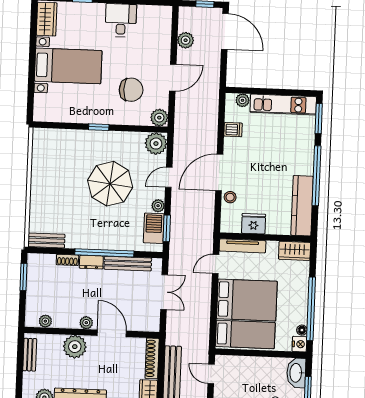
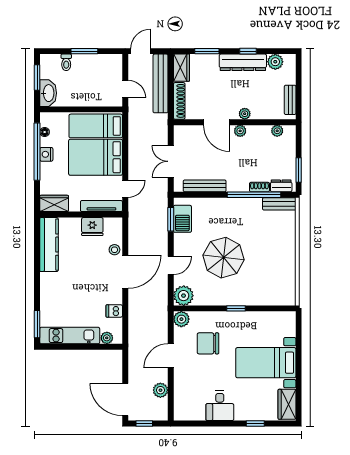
window: (316, 176) -> (37, 272), removed
plant: (158, 206) -> (179, 239), removed
window: (104, 253) -> (254, 195), moved
dresser: (91, 262) -> (281, 186), moved
nightstand: (299, 344) -> (46, 154), moved
plant: (75, 347) -> (245, 114), width x0.53, depth x0.53

